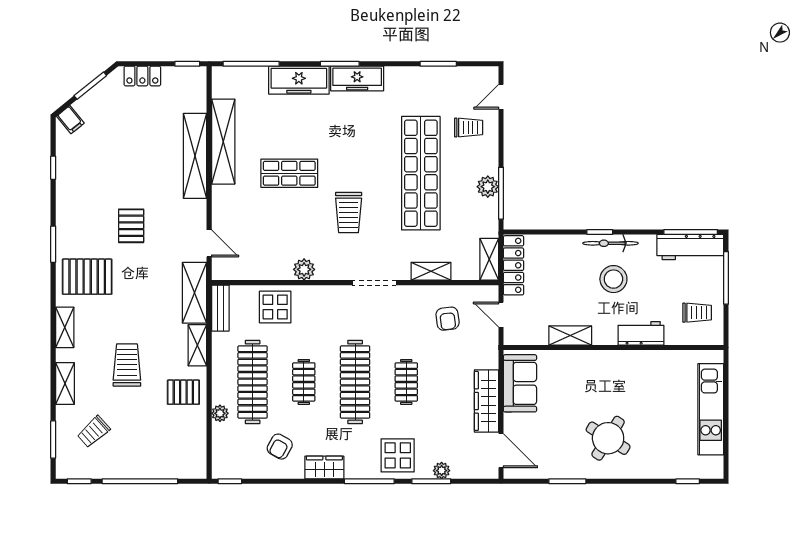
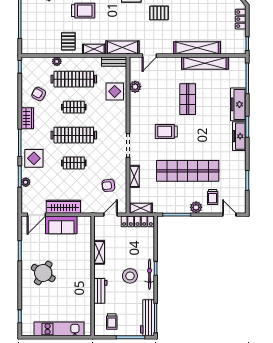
plant: (488, 187) -> (196, 207), moved
plant: (304, 269) -> (135, 87), moved
sofa: (520, 383) -> (61, 225), moved

